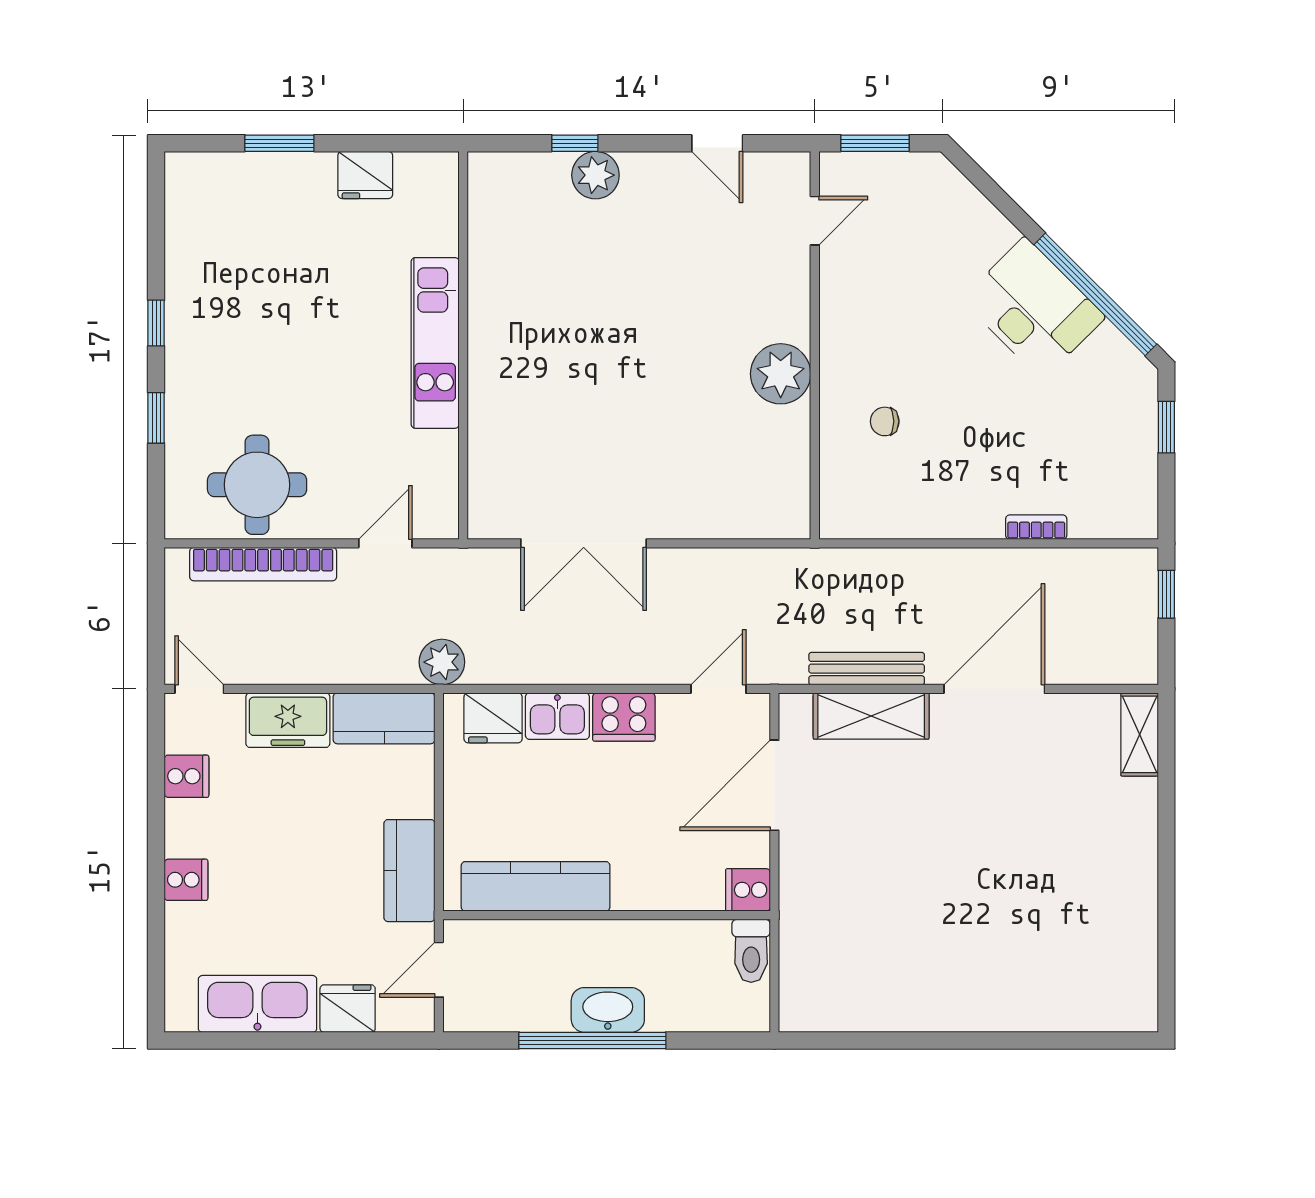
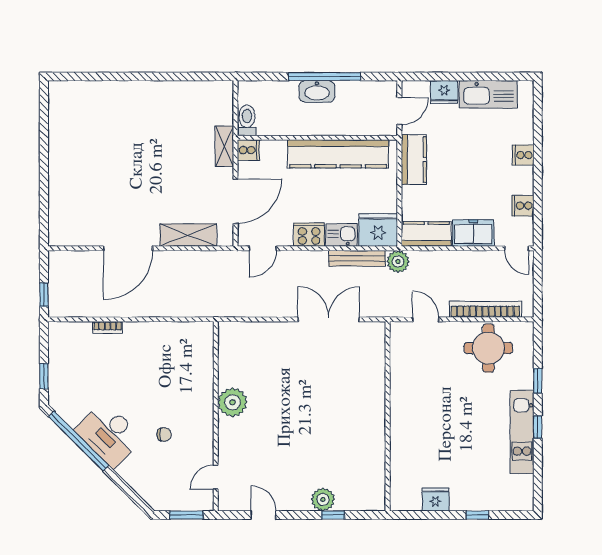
window: (279, 143) -> (477, 515), width x0.67
kitchen unit: (435, 343) -> (522, 432), moved, turned 180
chair: (885, 421) -> (164, 435), moved
door: (385, 543) -> (426, 319), swing flipped
bench: (867, 669) -> (357, 258), moved
fridge: (493, 718) -> (378, 230), width x1.36, depth x1.34
shelving: (1140, 734) -> (224, 146), moved
kitchen counter: (536, 886) -> (338, 154), width x1.39, depth x1.17

